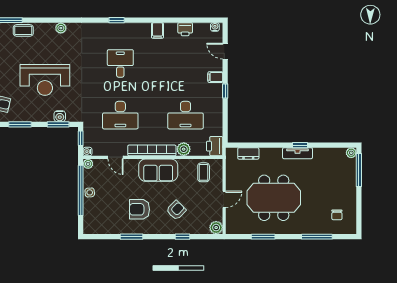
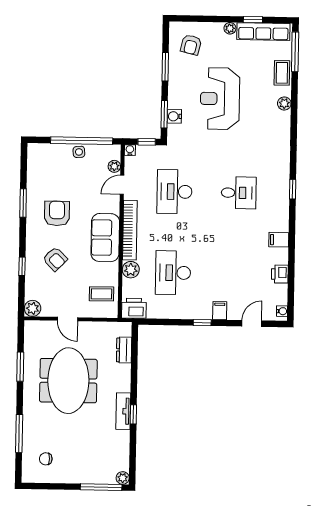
plant: (61, 28) -> (284, 103), moved
plant: (88, 164) -> (114, 166), moved

